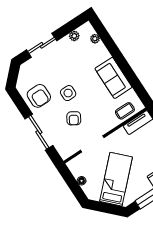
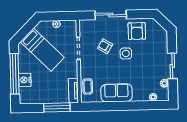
sliding door: (42, 45) -> (172, 66), moved
armchair: (39, 96) -> (137, 31), turned -90

